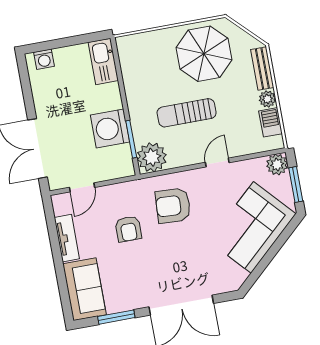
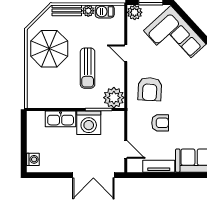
kitchen sink: (103, 61) -> (61, 119), moved

